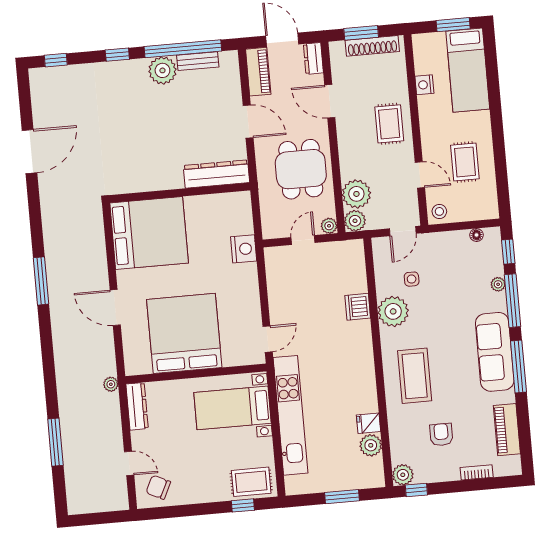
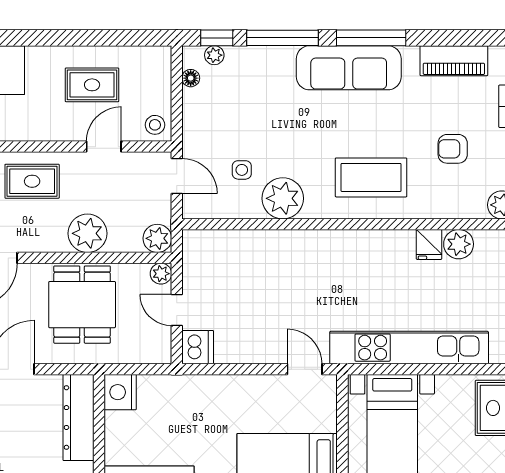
dining table: (301, 169) -> (82, 305), turned 90
plant: (356, 194) -> (87, 233), moved
nightstand: (244, 249) -> (120, 392), moved, turned -90
plant: (498, 284) -> (214, 55), moved
dishwasher: (358, 307) -> (198, 347), moved, turned -90

